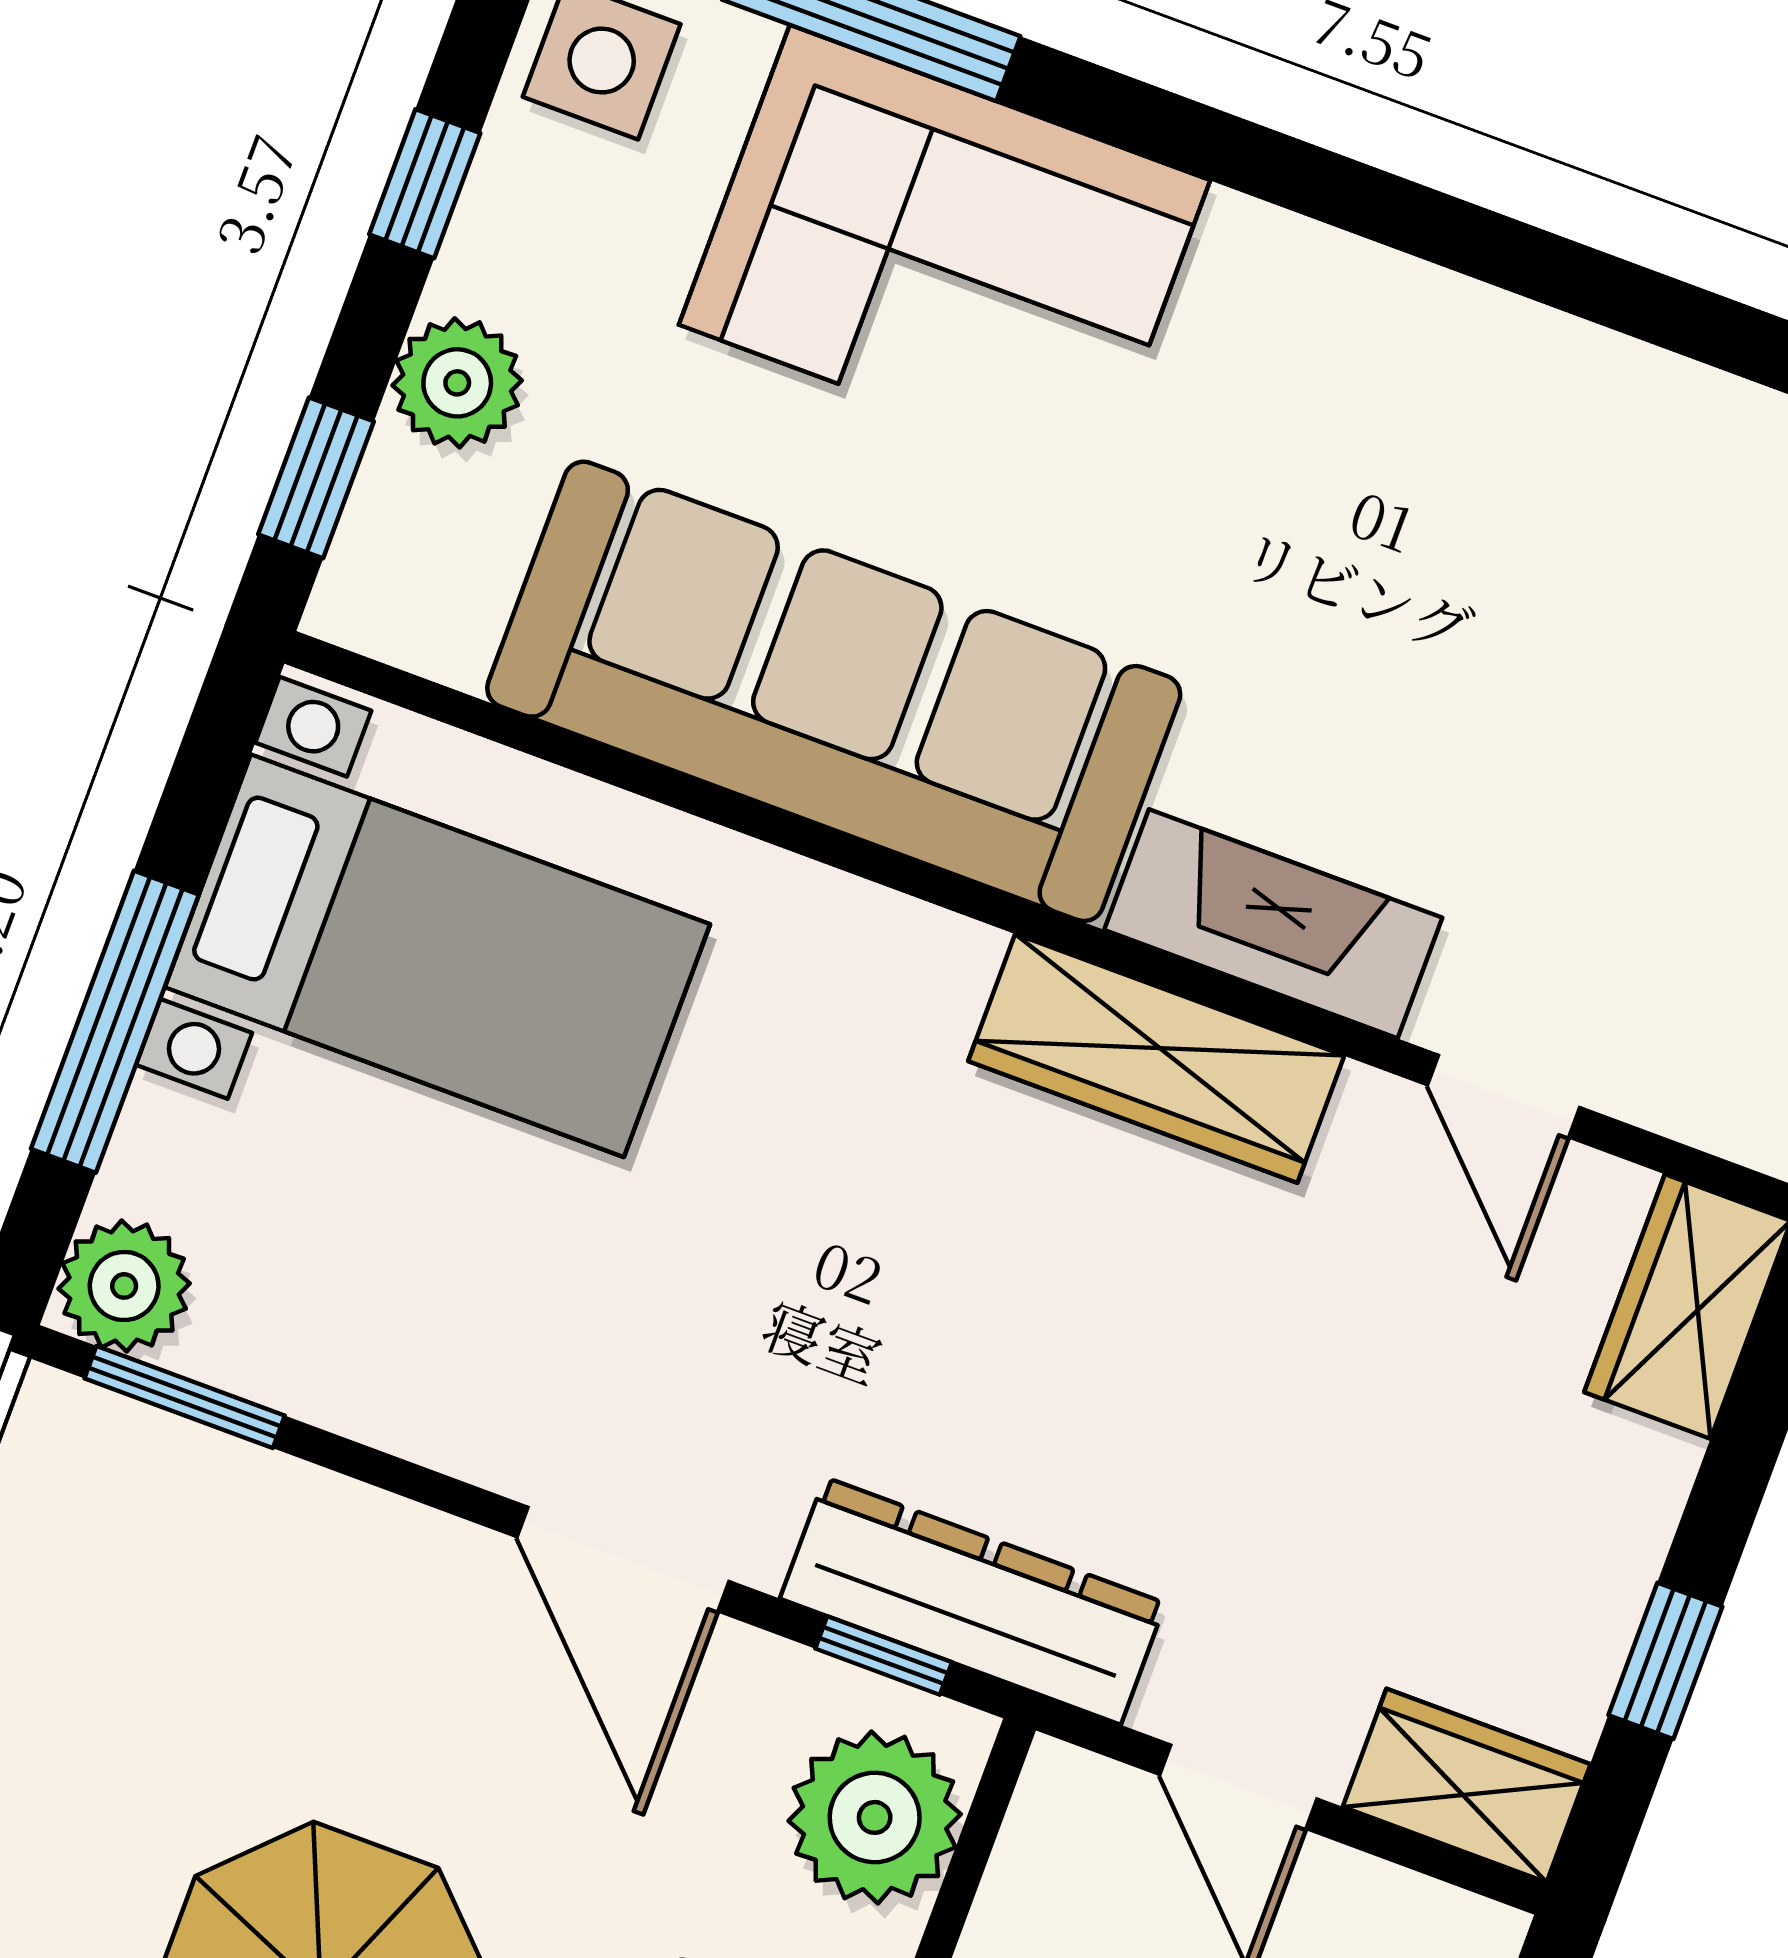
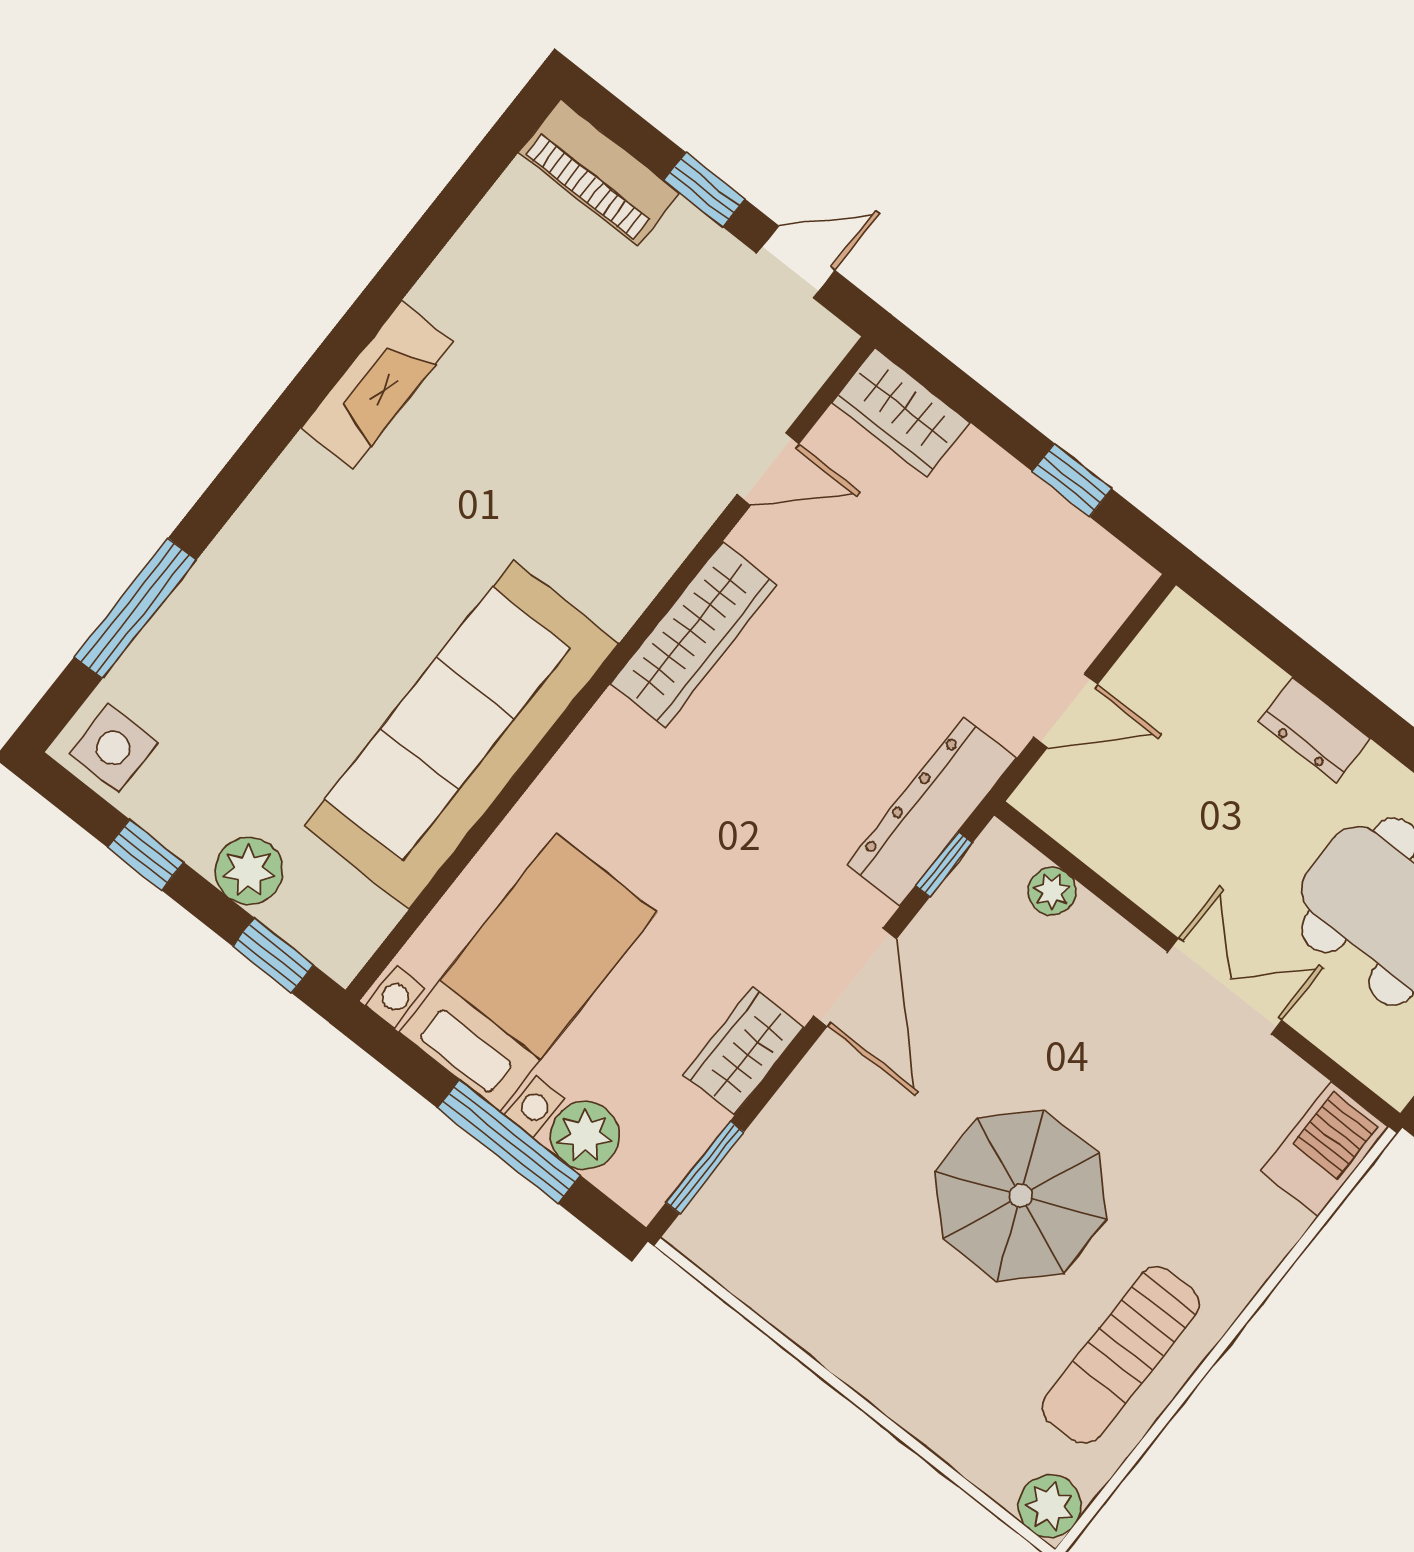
corner sofa: (944, 253) -> (263, 610), removed
fireplace: (1273, 924) -> (377, 385), moved, turned 180
plant: (124, 1286) -> (585, 1136), moved
door: (623, 1559) -> (855, 977), hinge flipped
wardrobe: (1466, 1785) -> (744, 1051), moved
plant: (875, 1817) -> (1052, 891), width x0.53, depth x0.53

